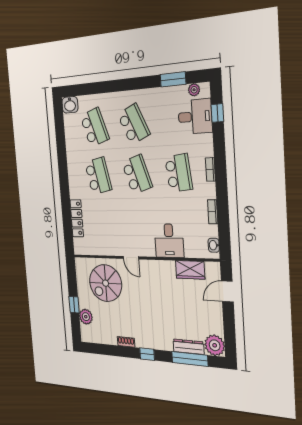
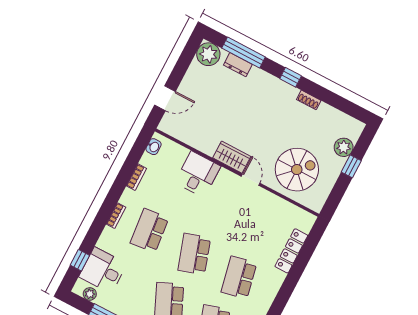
wardrobe: (190, 270) -> (232, 157), moved
dresser: (189, 347) -> (238, 65), width x0.70

